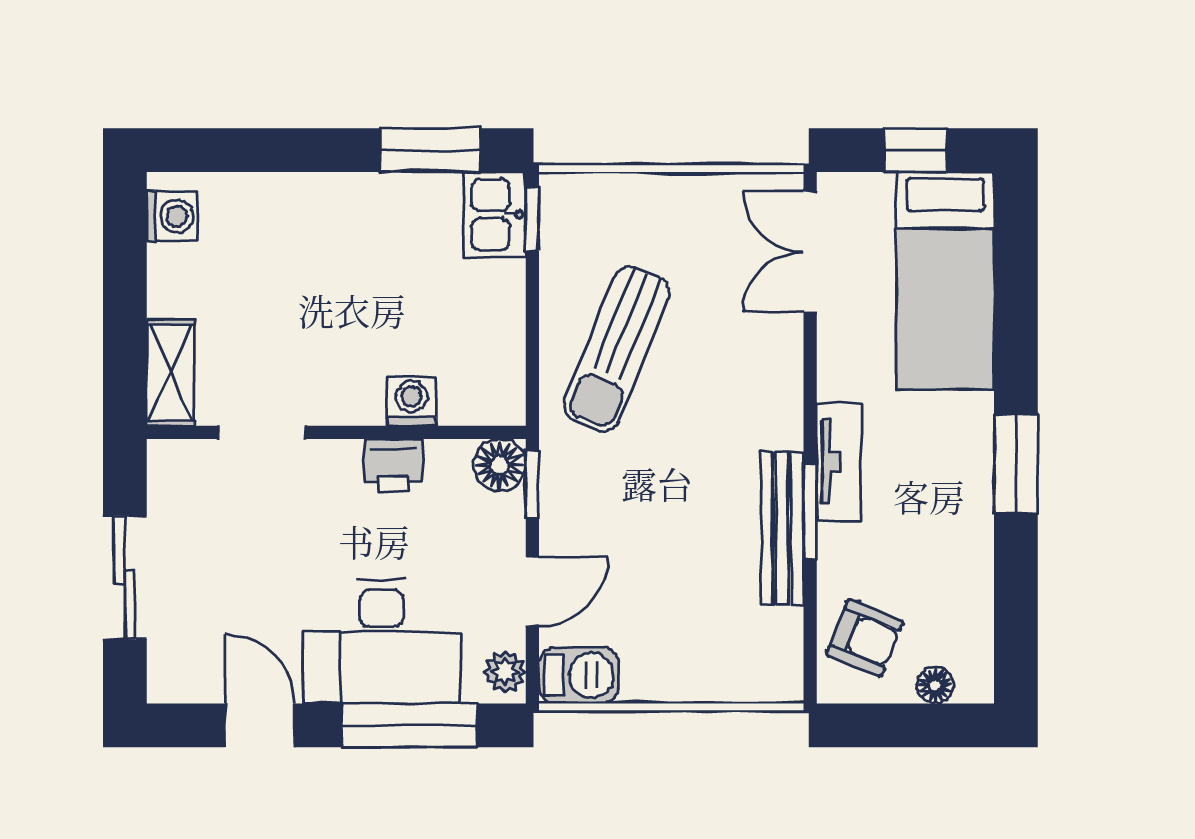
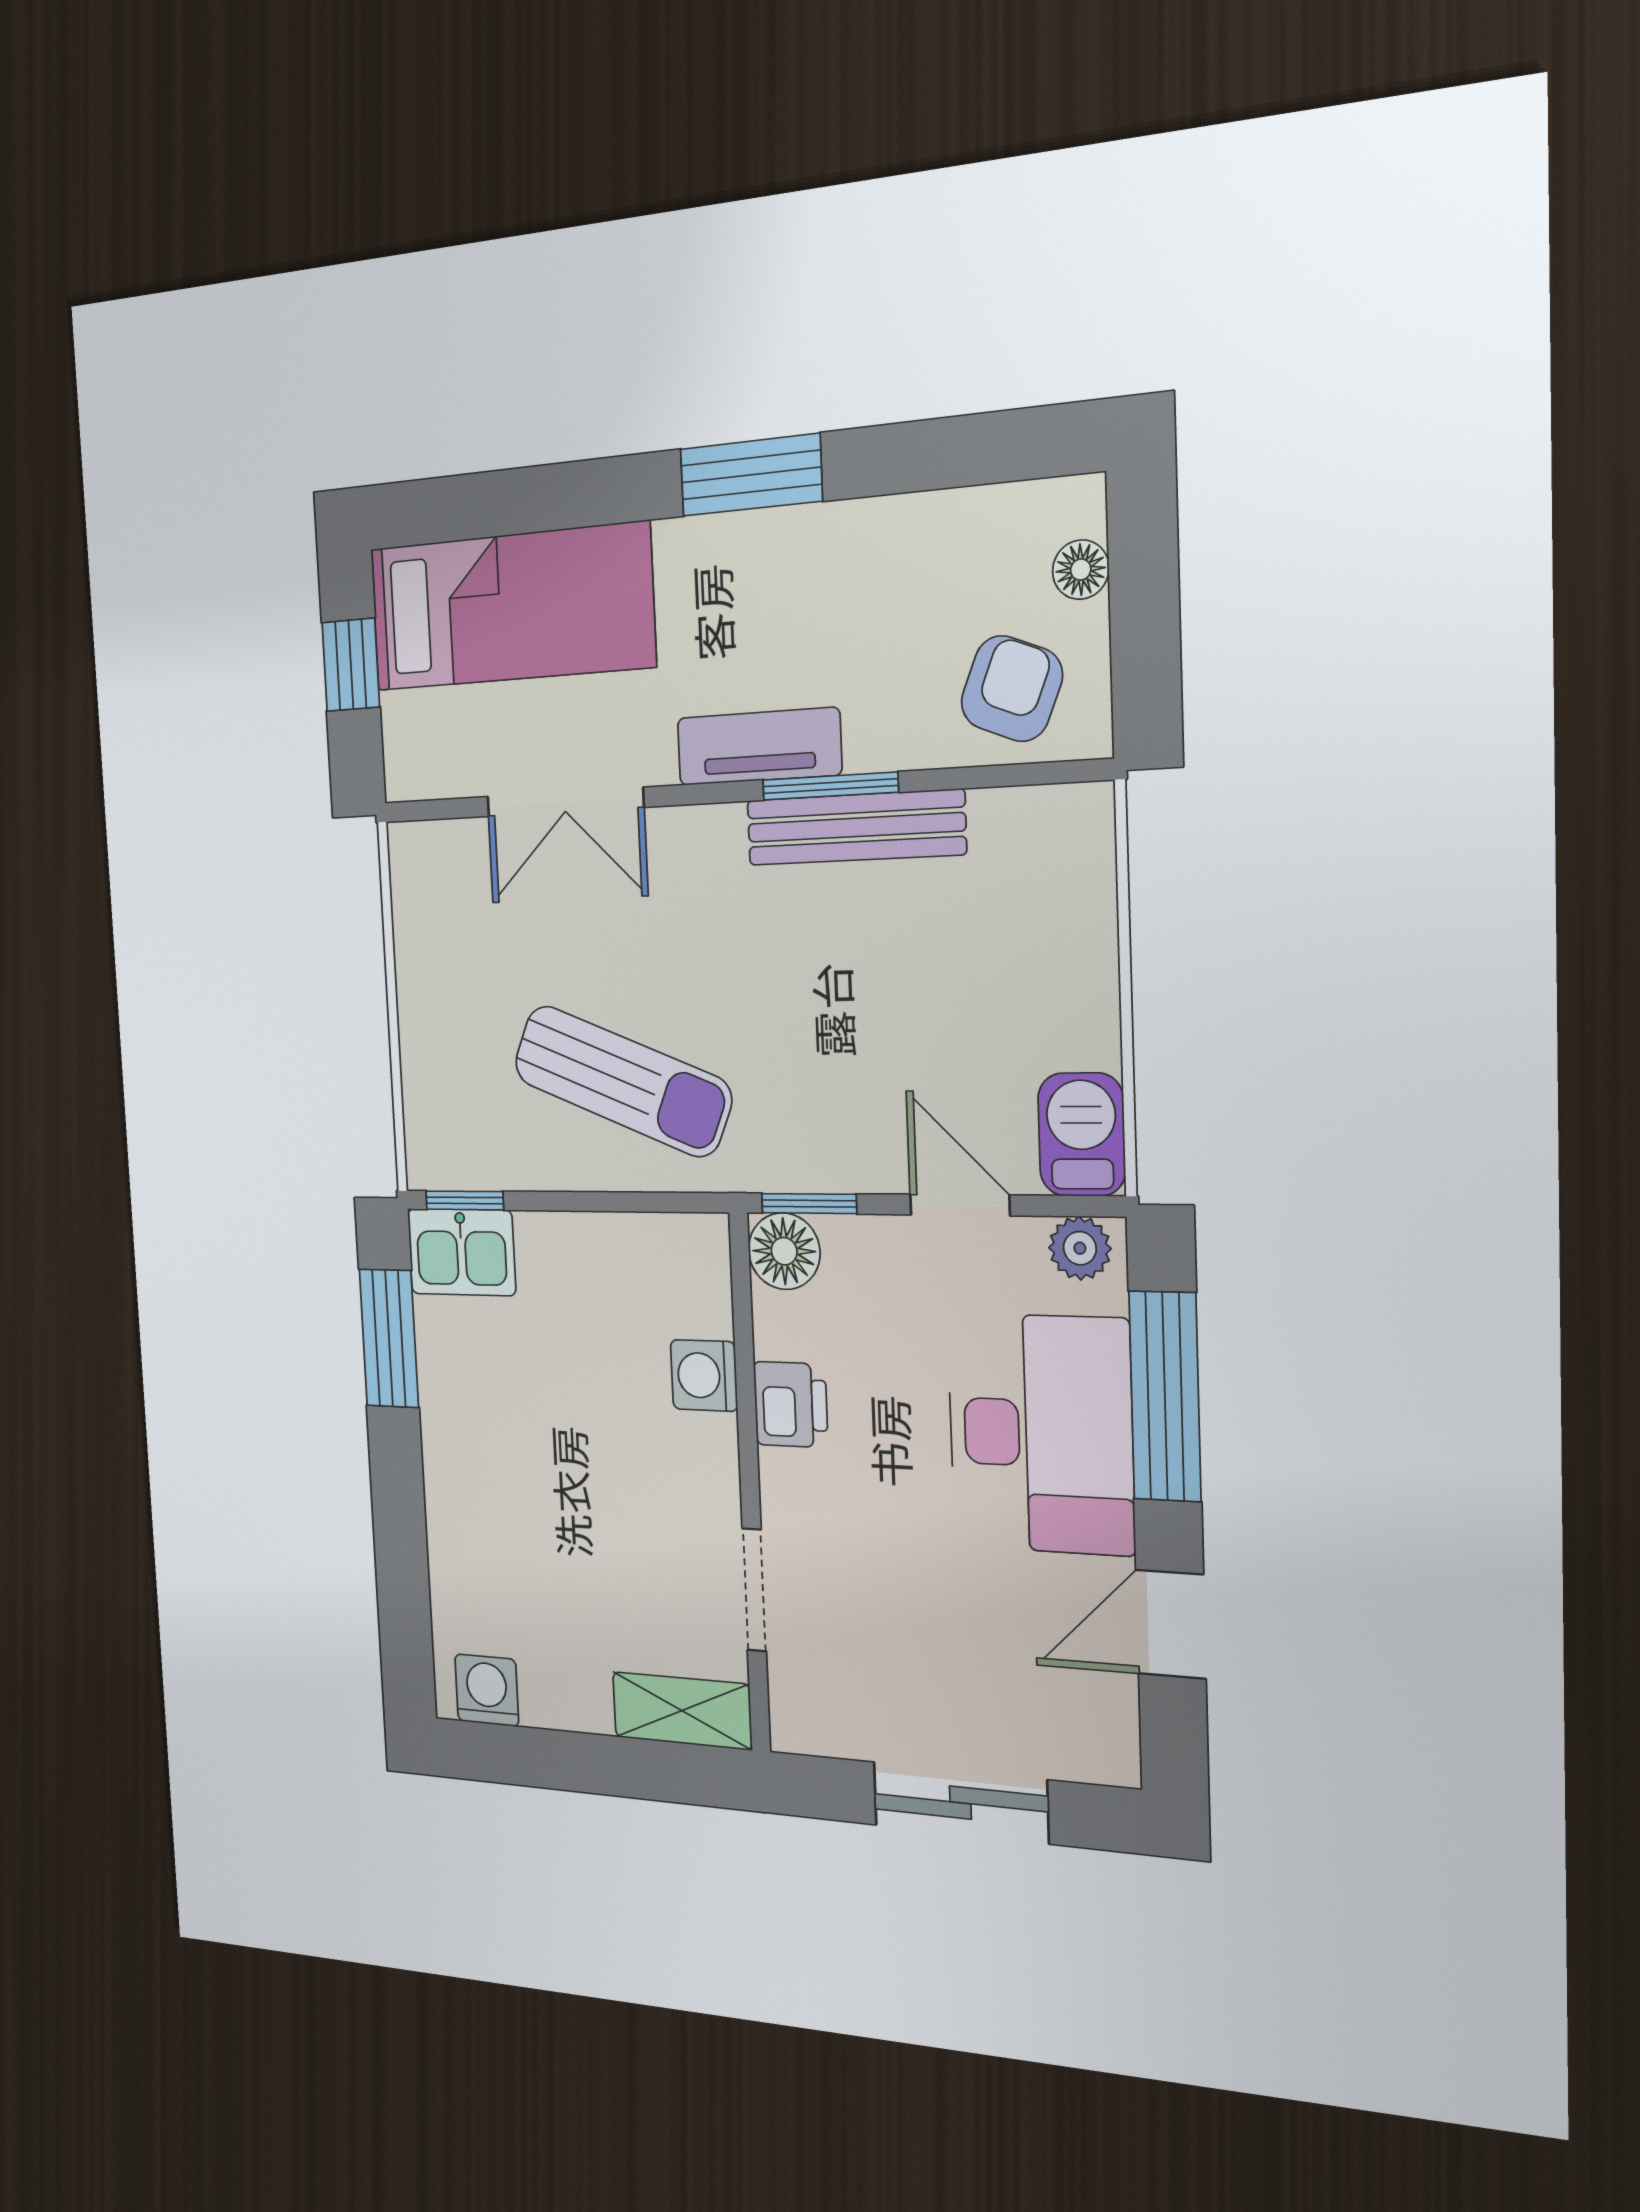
double door: (810, 252) -> (565, 802), moved

